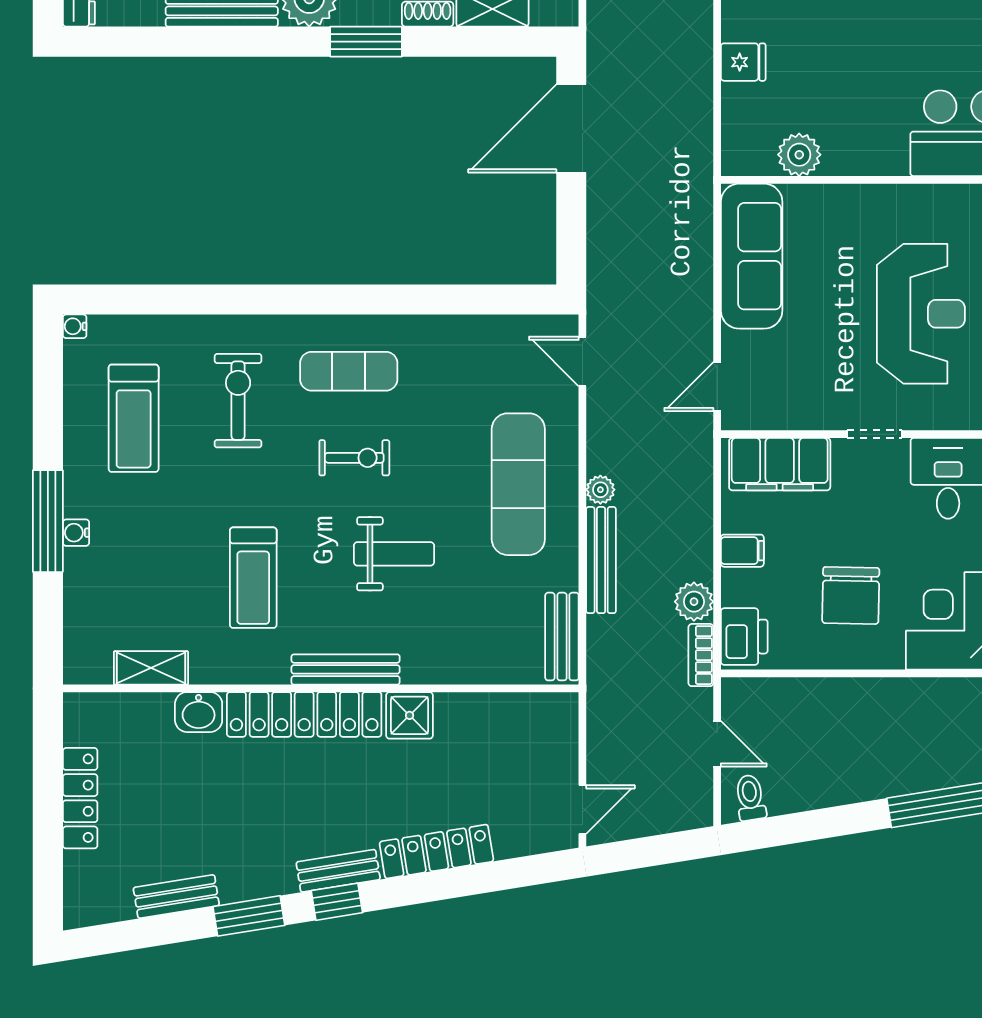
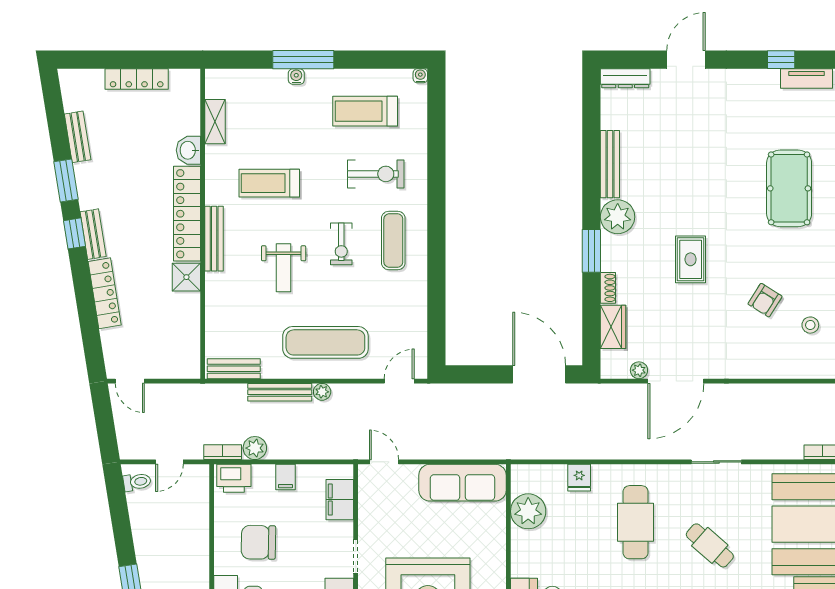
plant: (799, 155) -> (528, 511), width x1.36, depth x1.36
filing cabinet: (780, 464) -> (340, 500), width x0.67, depth x0.86

